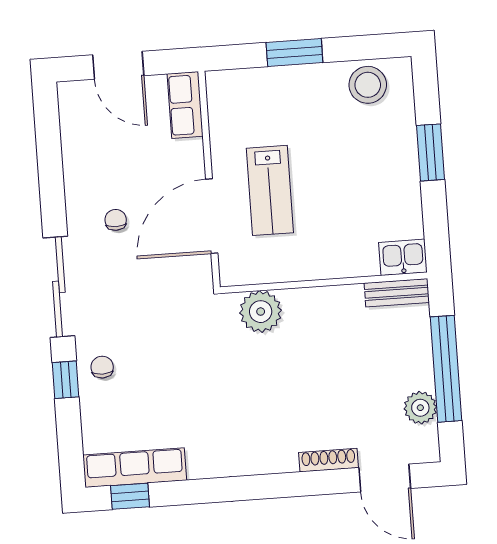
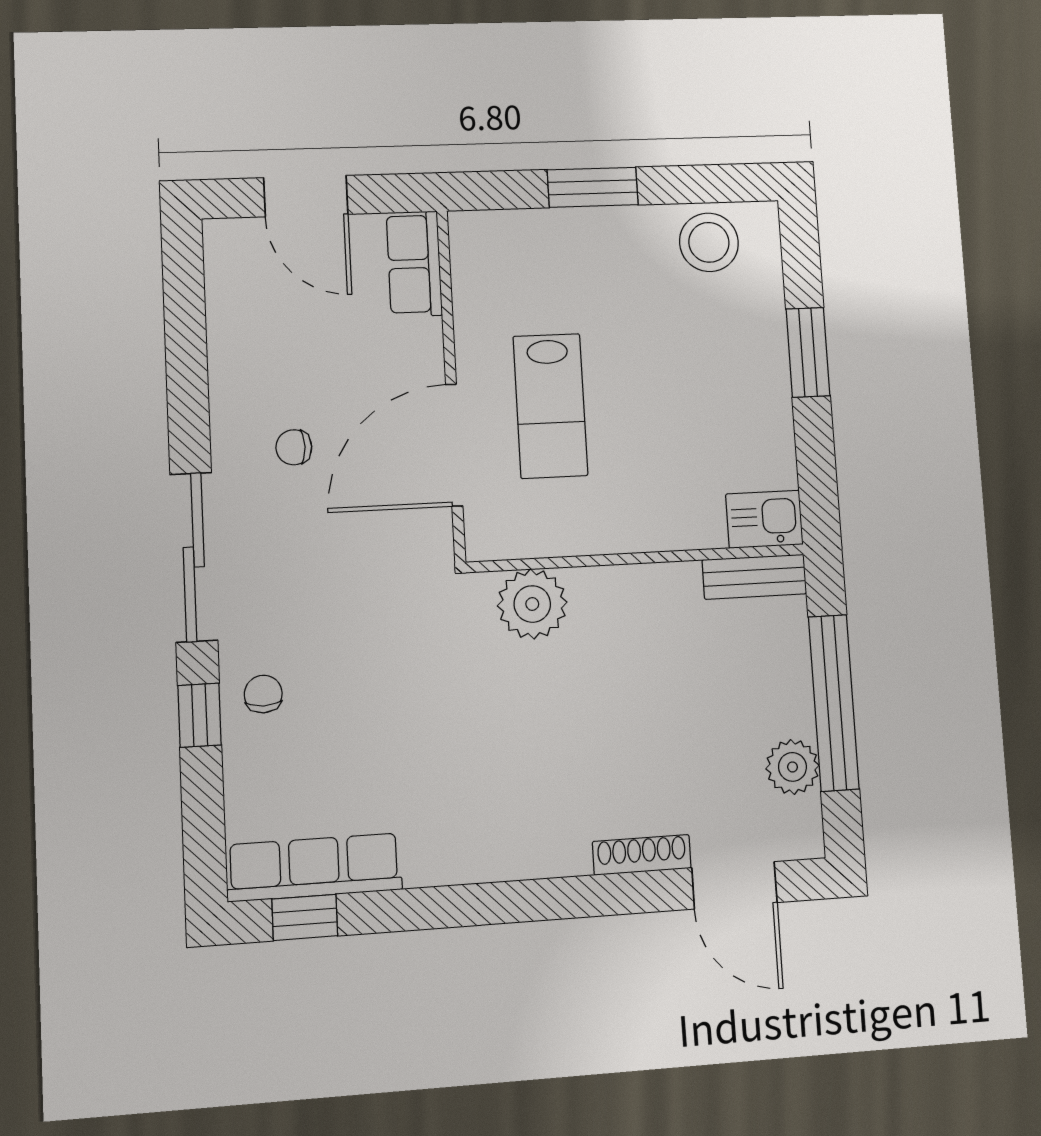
chair: (116, 220) -> (294, 447), turned -90

